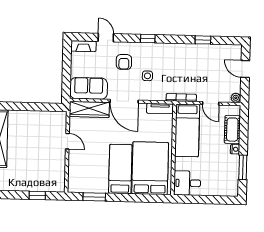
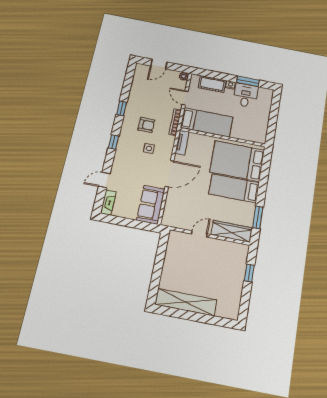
window: (203, 40) -> (122, 108), moved
armchair: (124, 62) -> (146, 125), moved
door: (211, 103) -> (185, 98), swing flipped
wardrobe: (89, 109) -> (232, 231), moved, turned -90
desk: (187, 183) -> (246, 95), moved, turned 180

